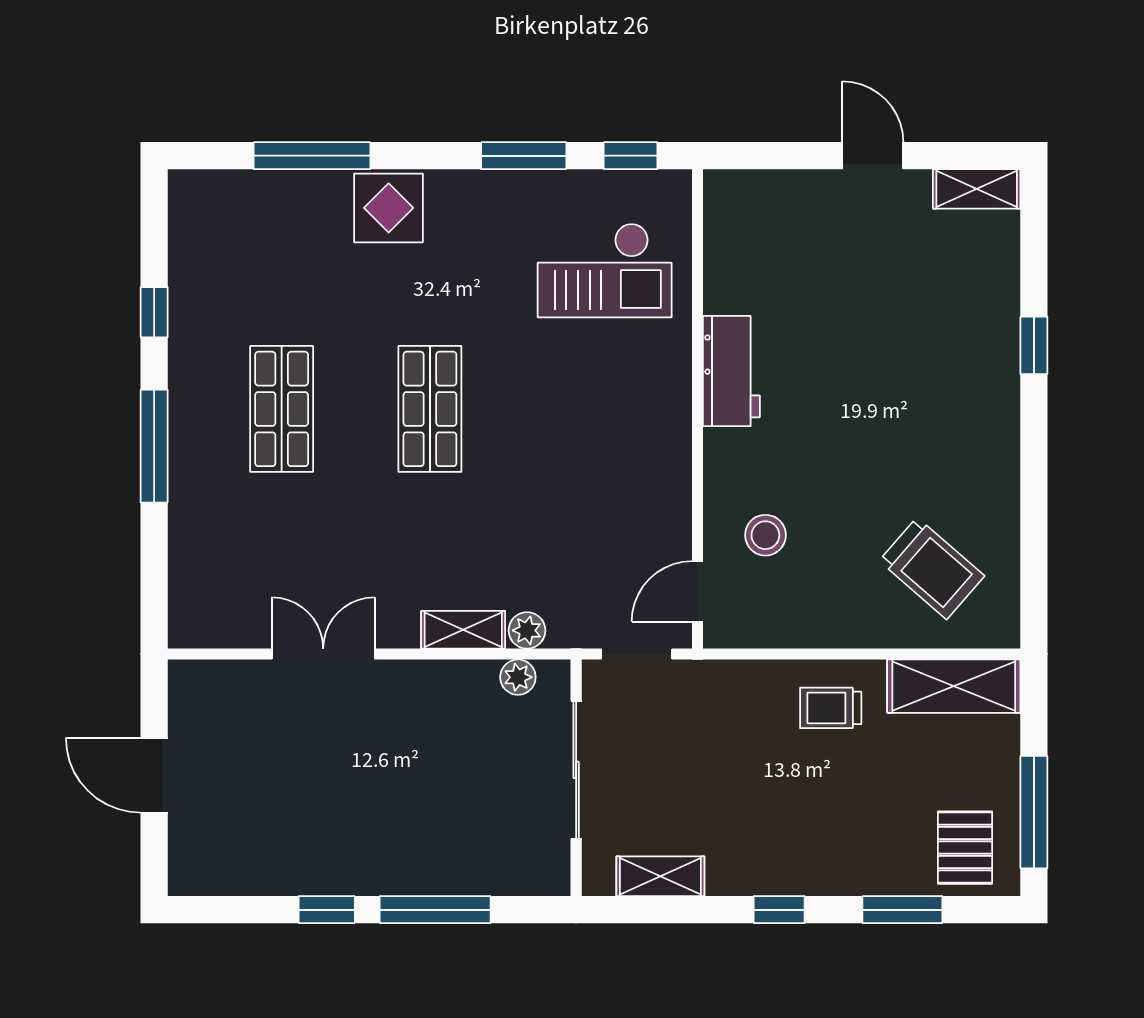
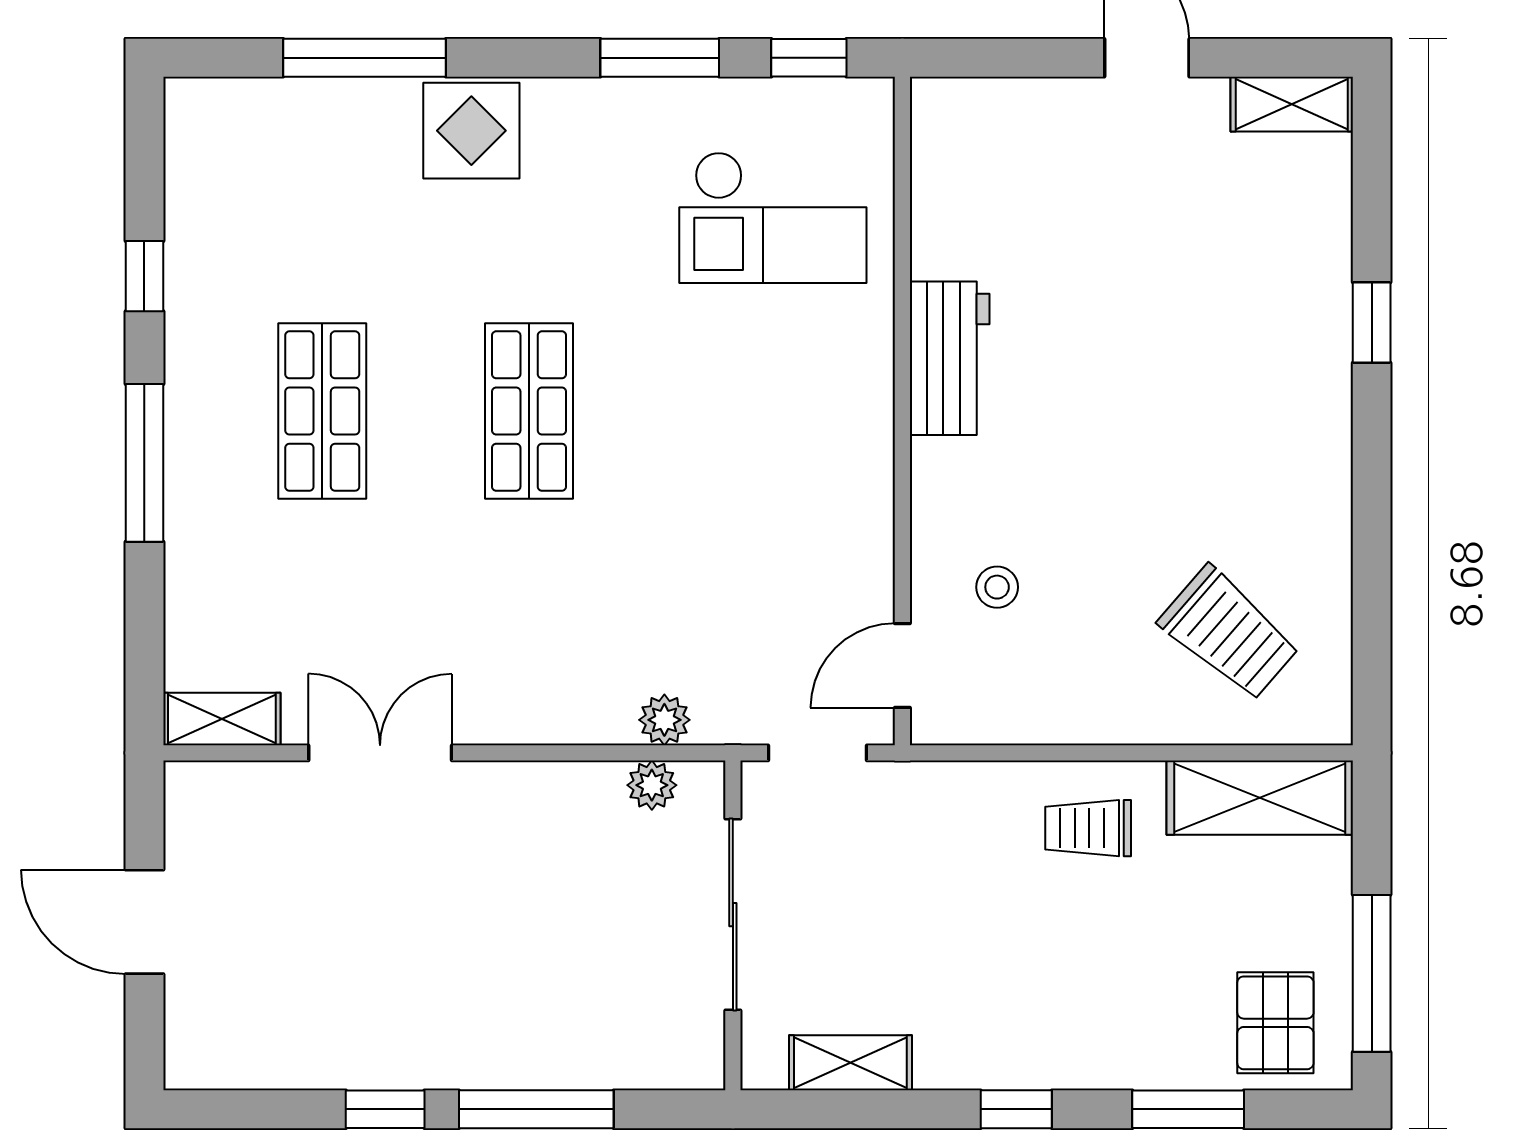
stool: (765, 535) -> (997, 587), width x0.73, depth x0.73
shelving: (463, 630) -> (222, 719), moved

